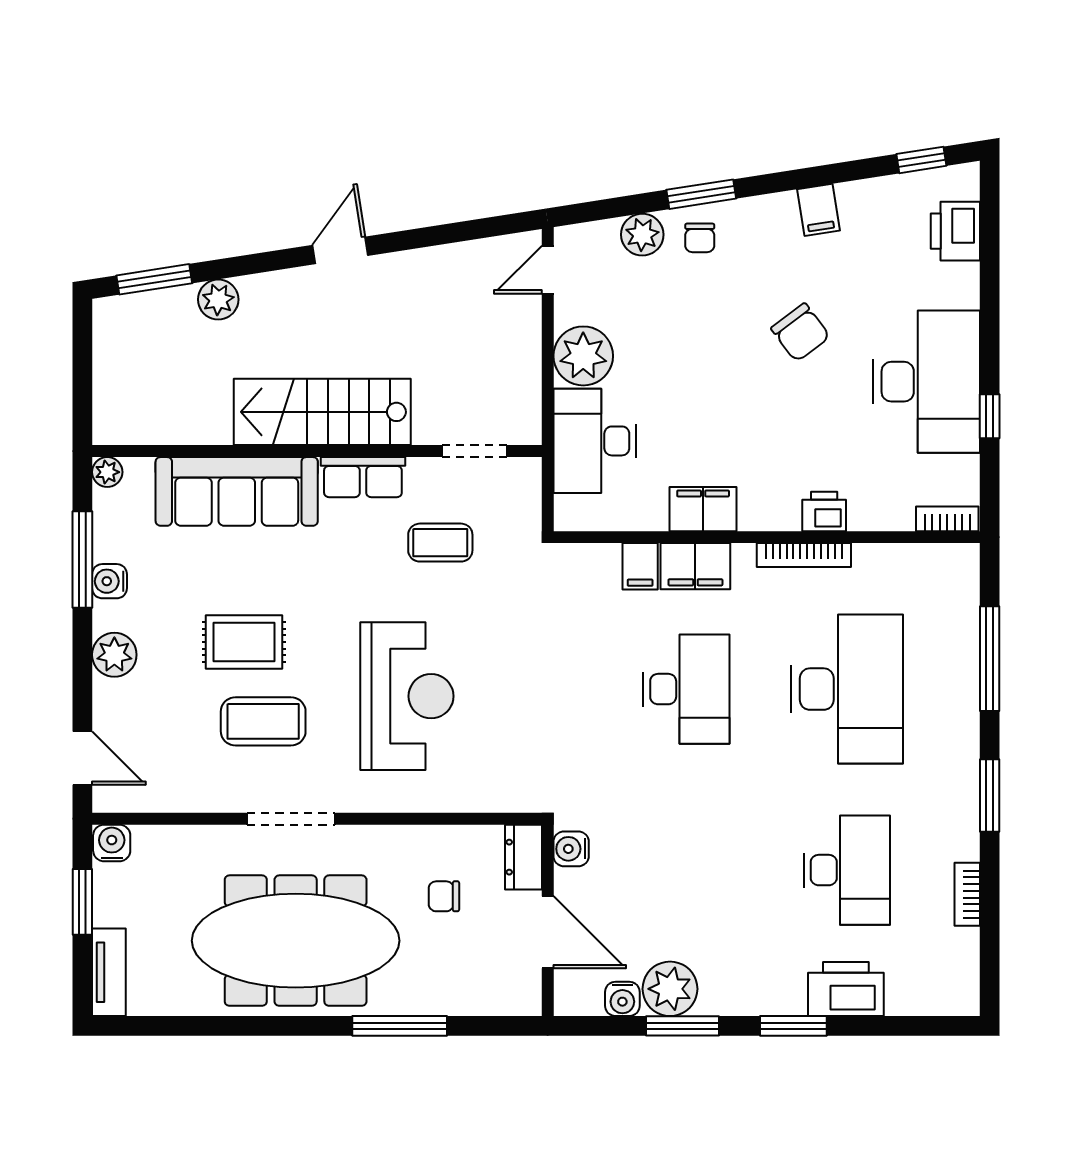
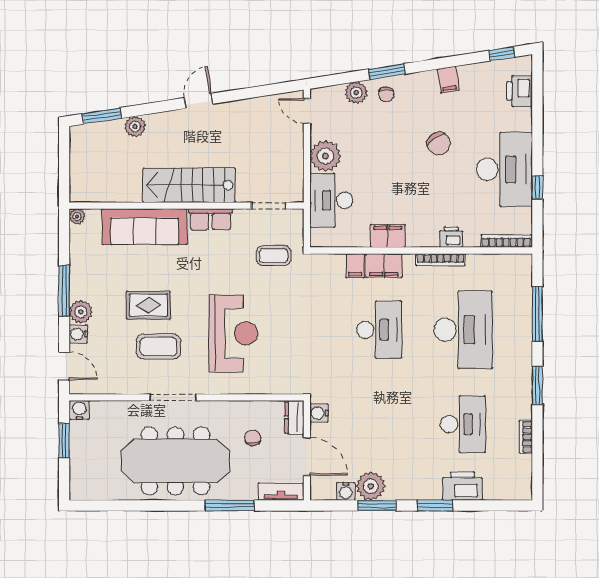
door: (548, 270) -> (307, 111), hinge flipped
bookcase: (947, 519) -> (506, 241), width x1.56
coffee table: (440, 543) -> (273, 256), moved
window: (82, 559) -> (64, 291), moved
water cooler: (110, 581) -> (78, 334), moved
chair: (444, 896) -> (253, 438), turned 90
tv unit: (109, 972) -> (281, 492), moved, turned -90

